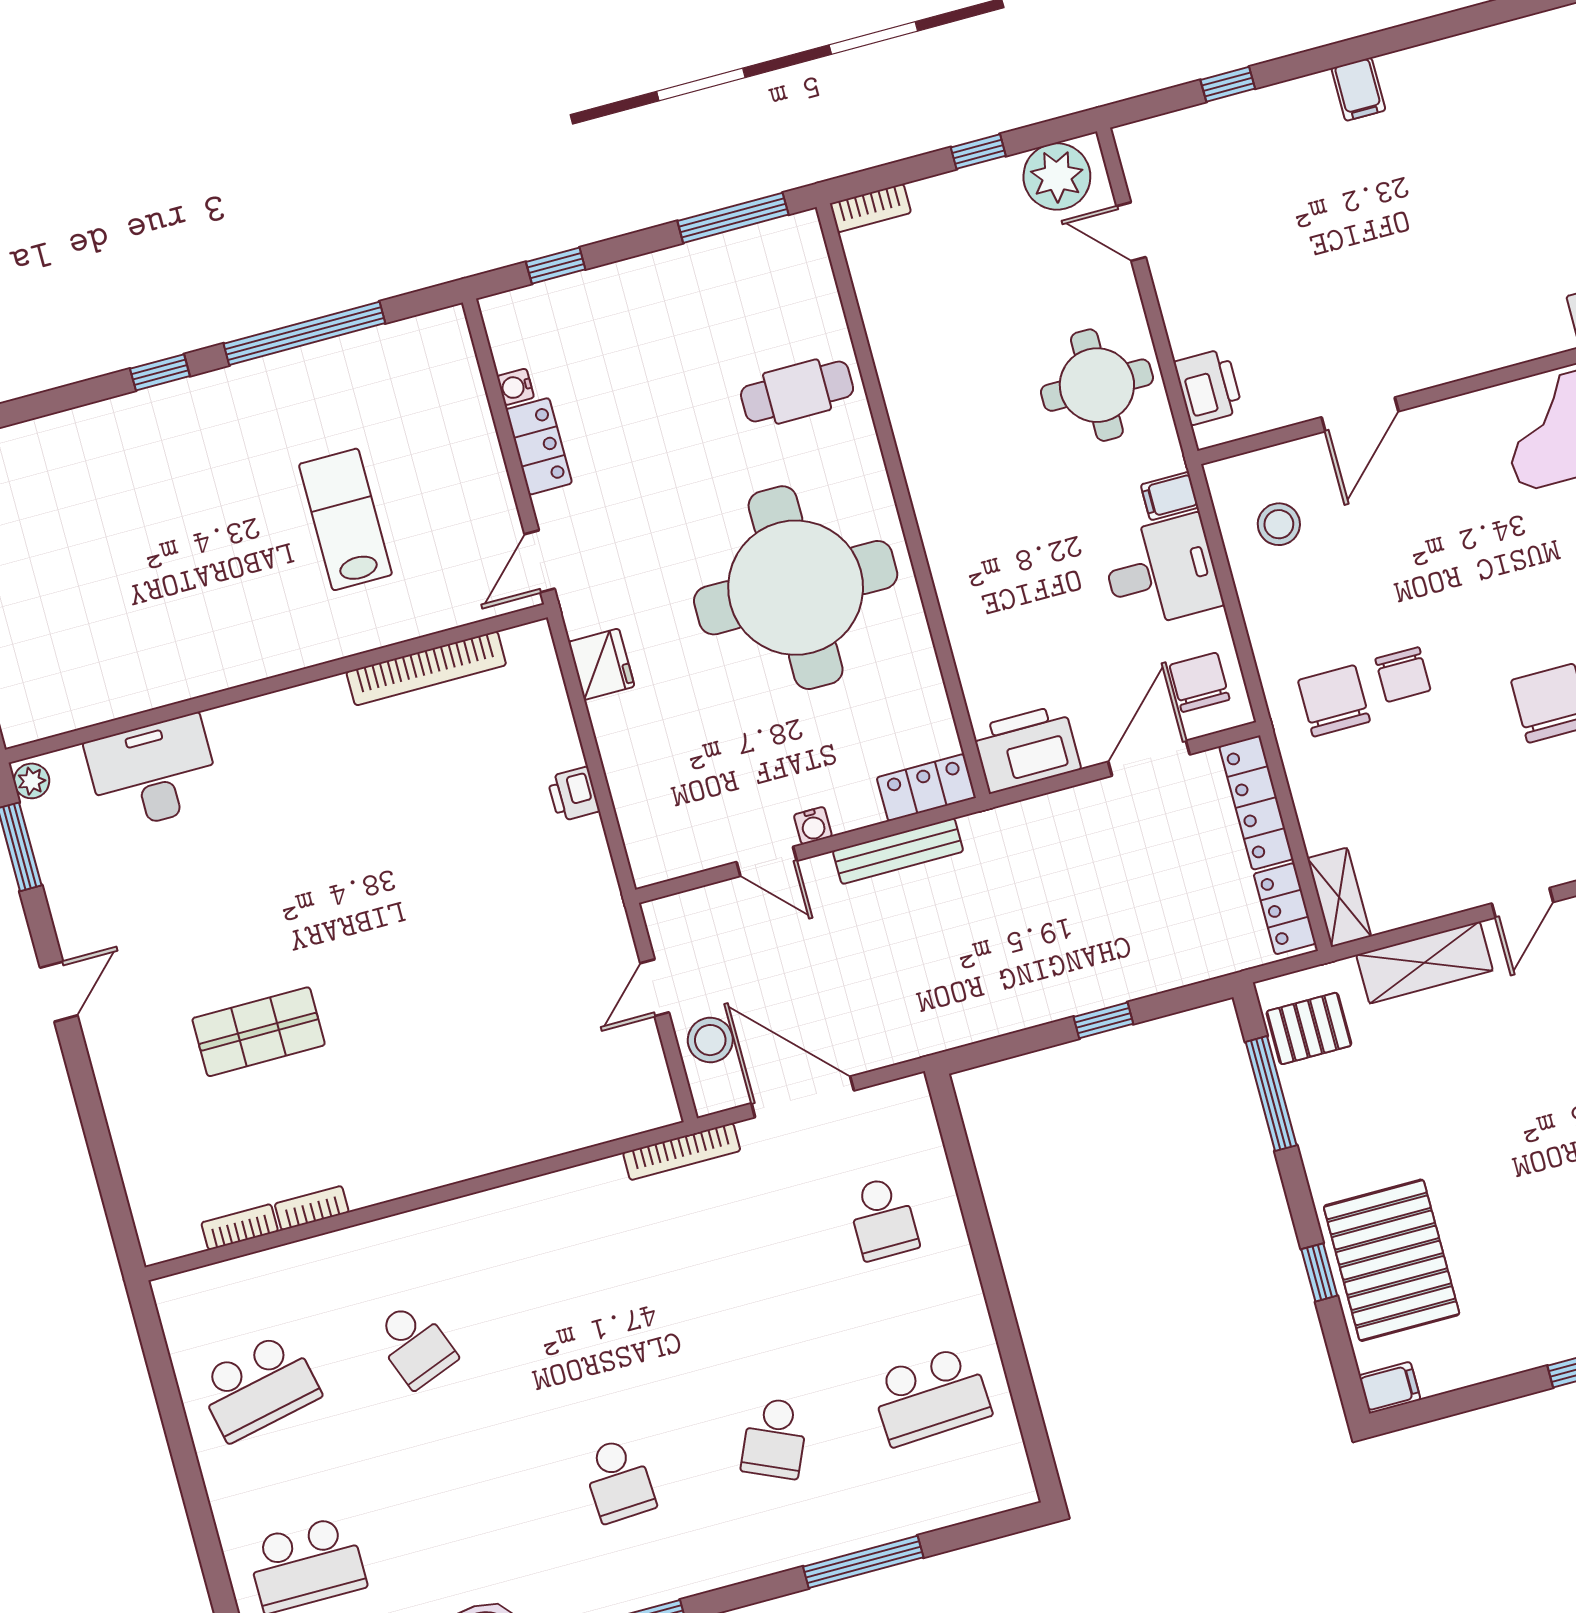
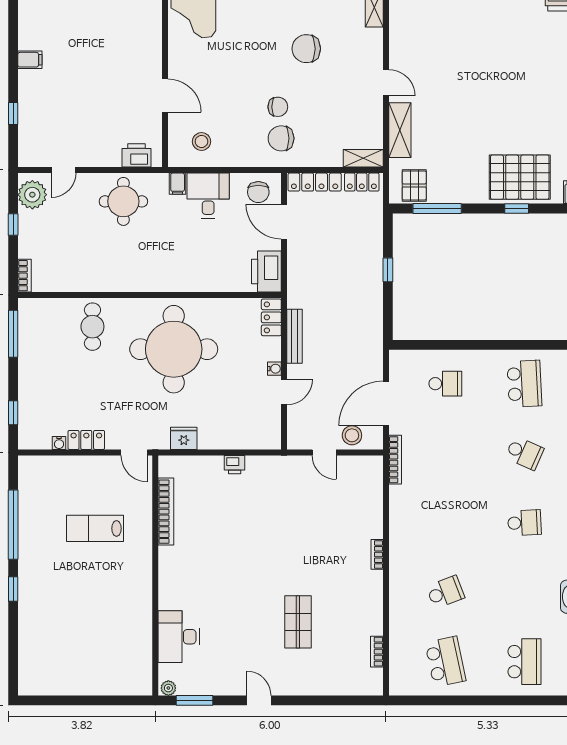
chair: (1200, 682) -> (258, 192), turned -90
bookcase: (312, 1208) -> (377, 554), moved

